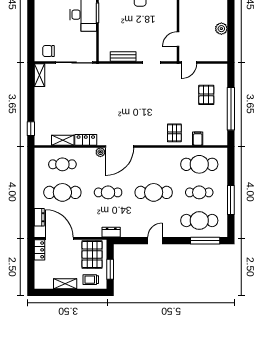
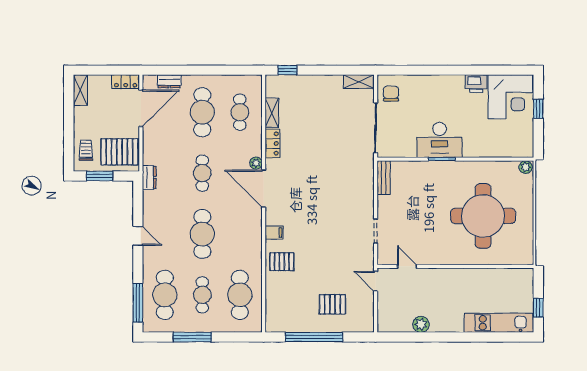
bench: (123, 57) -> (384, 178), moved
filing cabinet: (198, 139) -> (274, 233), moved
shelving: (65, 284) -> (80, 90), moved

